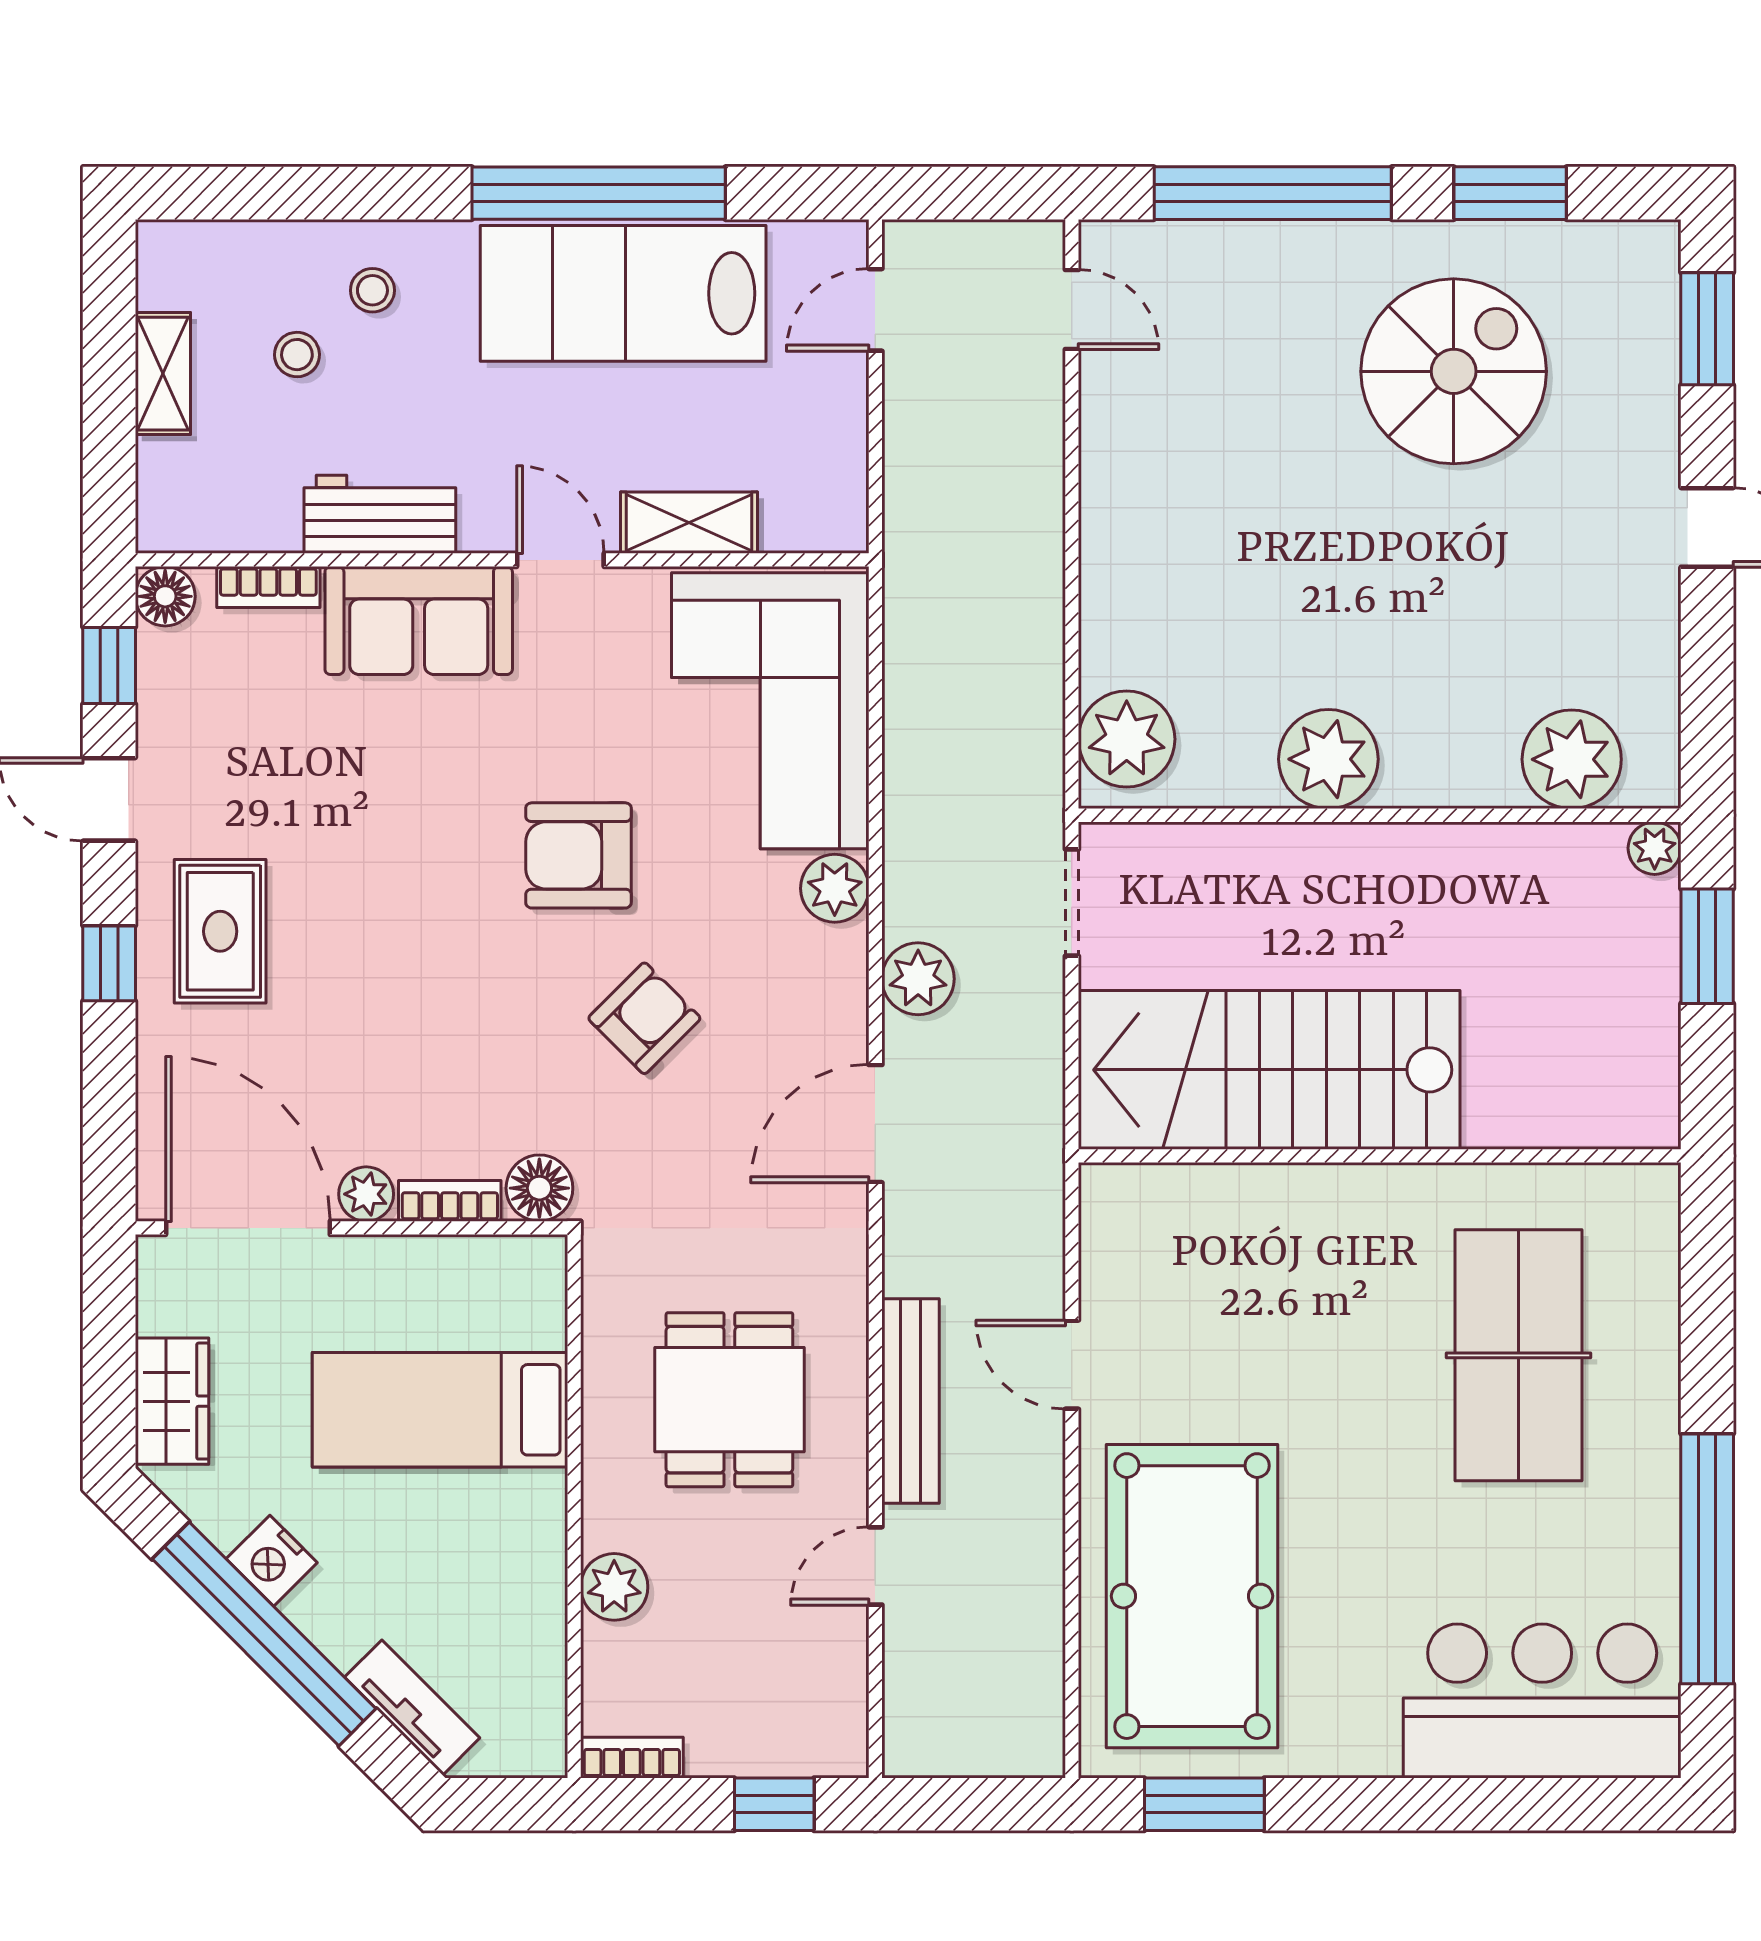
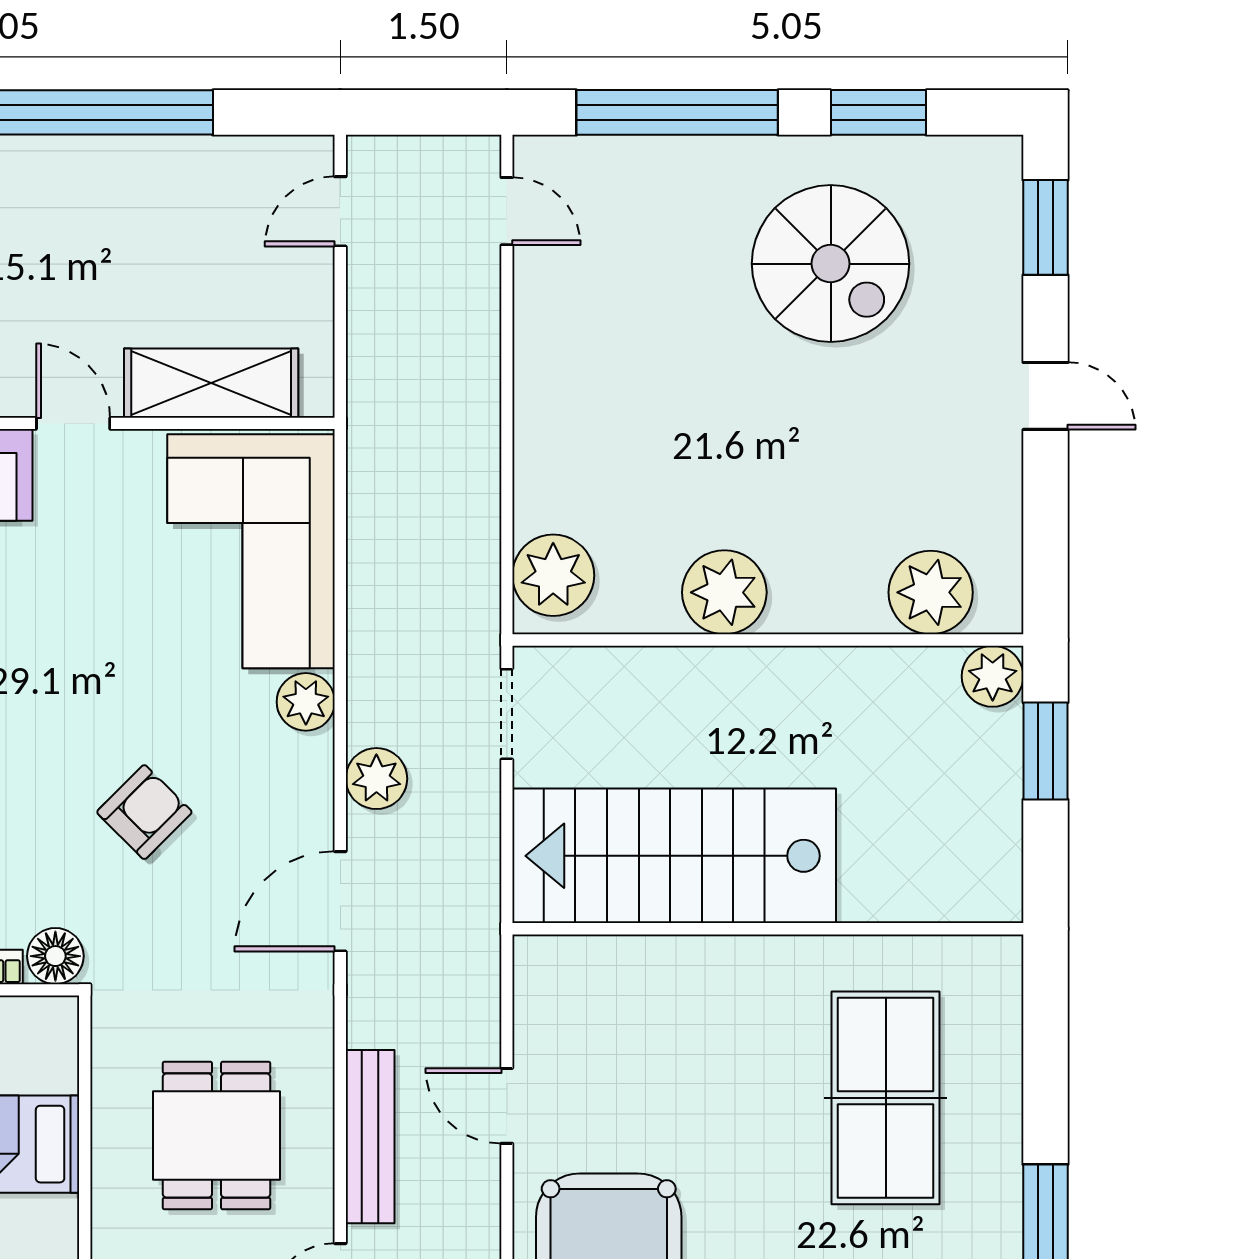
lab bench: (623, 293) -> (126, 197), removed
spiral stairs: (1454, 371) -> (831, 264), turned 90
shelving: (689, 523) -> (211, 383), width x1.50, depth x1.33
plant: (1655, 848) -> (993, 676), width x1.38, depth x1.38
armchair: (578, 855) -> (88, 674), removed

